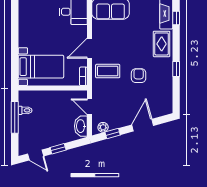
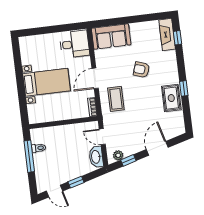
rug: (162, 44) -> (171, 98), moved
bed with nightstands: (41, 67) -> (47, 82), moved
coffee table: (108, 71) -> (116, 99), turned 90
armchair: (139, 76) -> (141, 70), moved, turned -71

